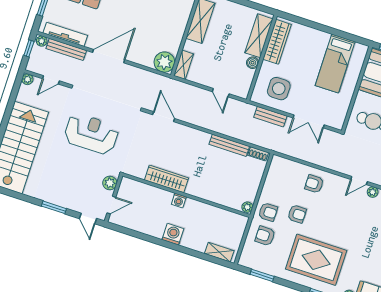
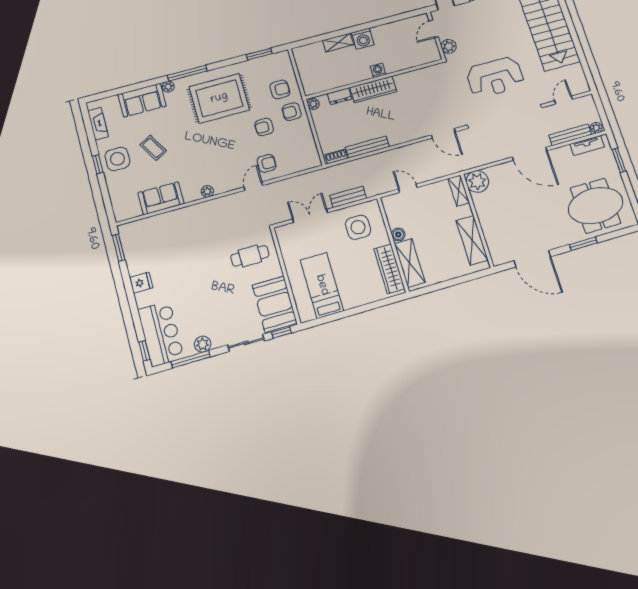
tv unit: (65, 34) -> (587, 145), width x0.71
window: (29, 48) -> (602, 114), removed
door: (109, 56) -> (530, 154), hinge flipped
plant: (27, 79) -> (584, 87), removed
wardrobe: (167, 179) -> (373, 89), moved
door: (359, 181) -> (253, 186), moved
dresser: (223, 200) -> (340, 96), added
shelving: (219, 252) -> (338, 42), moved

